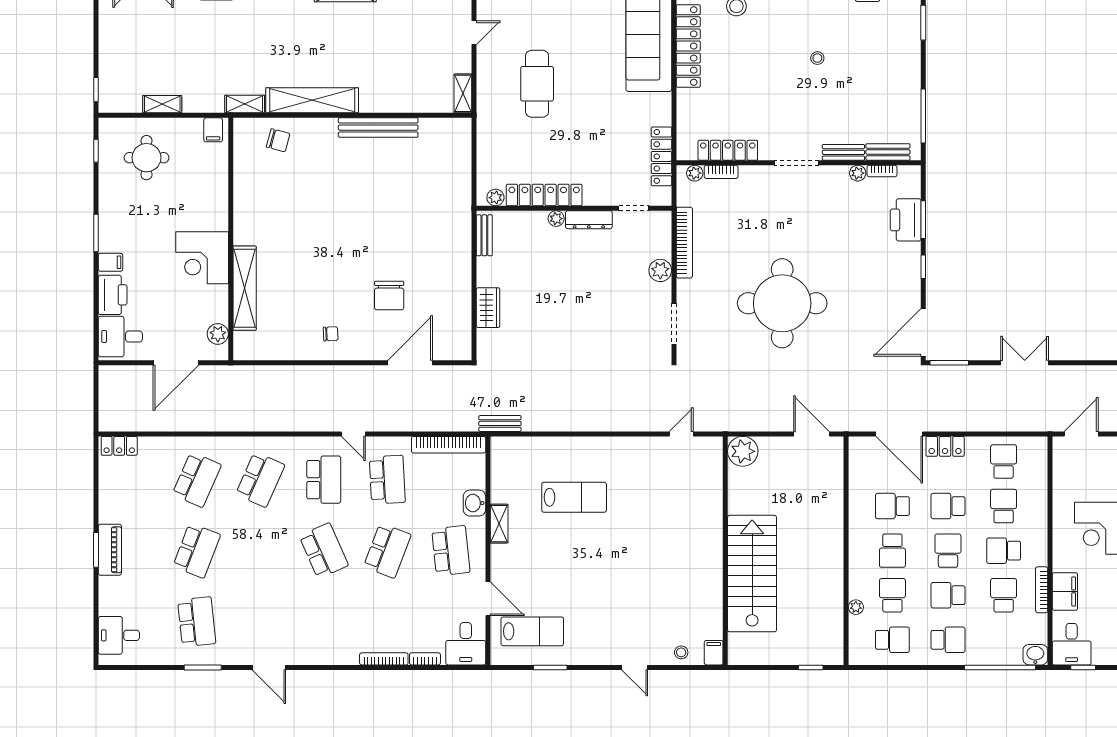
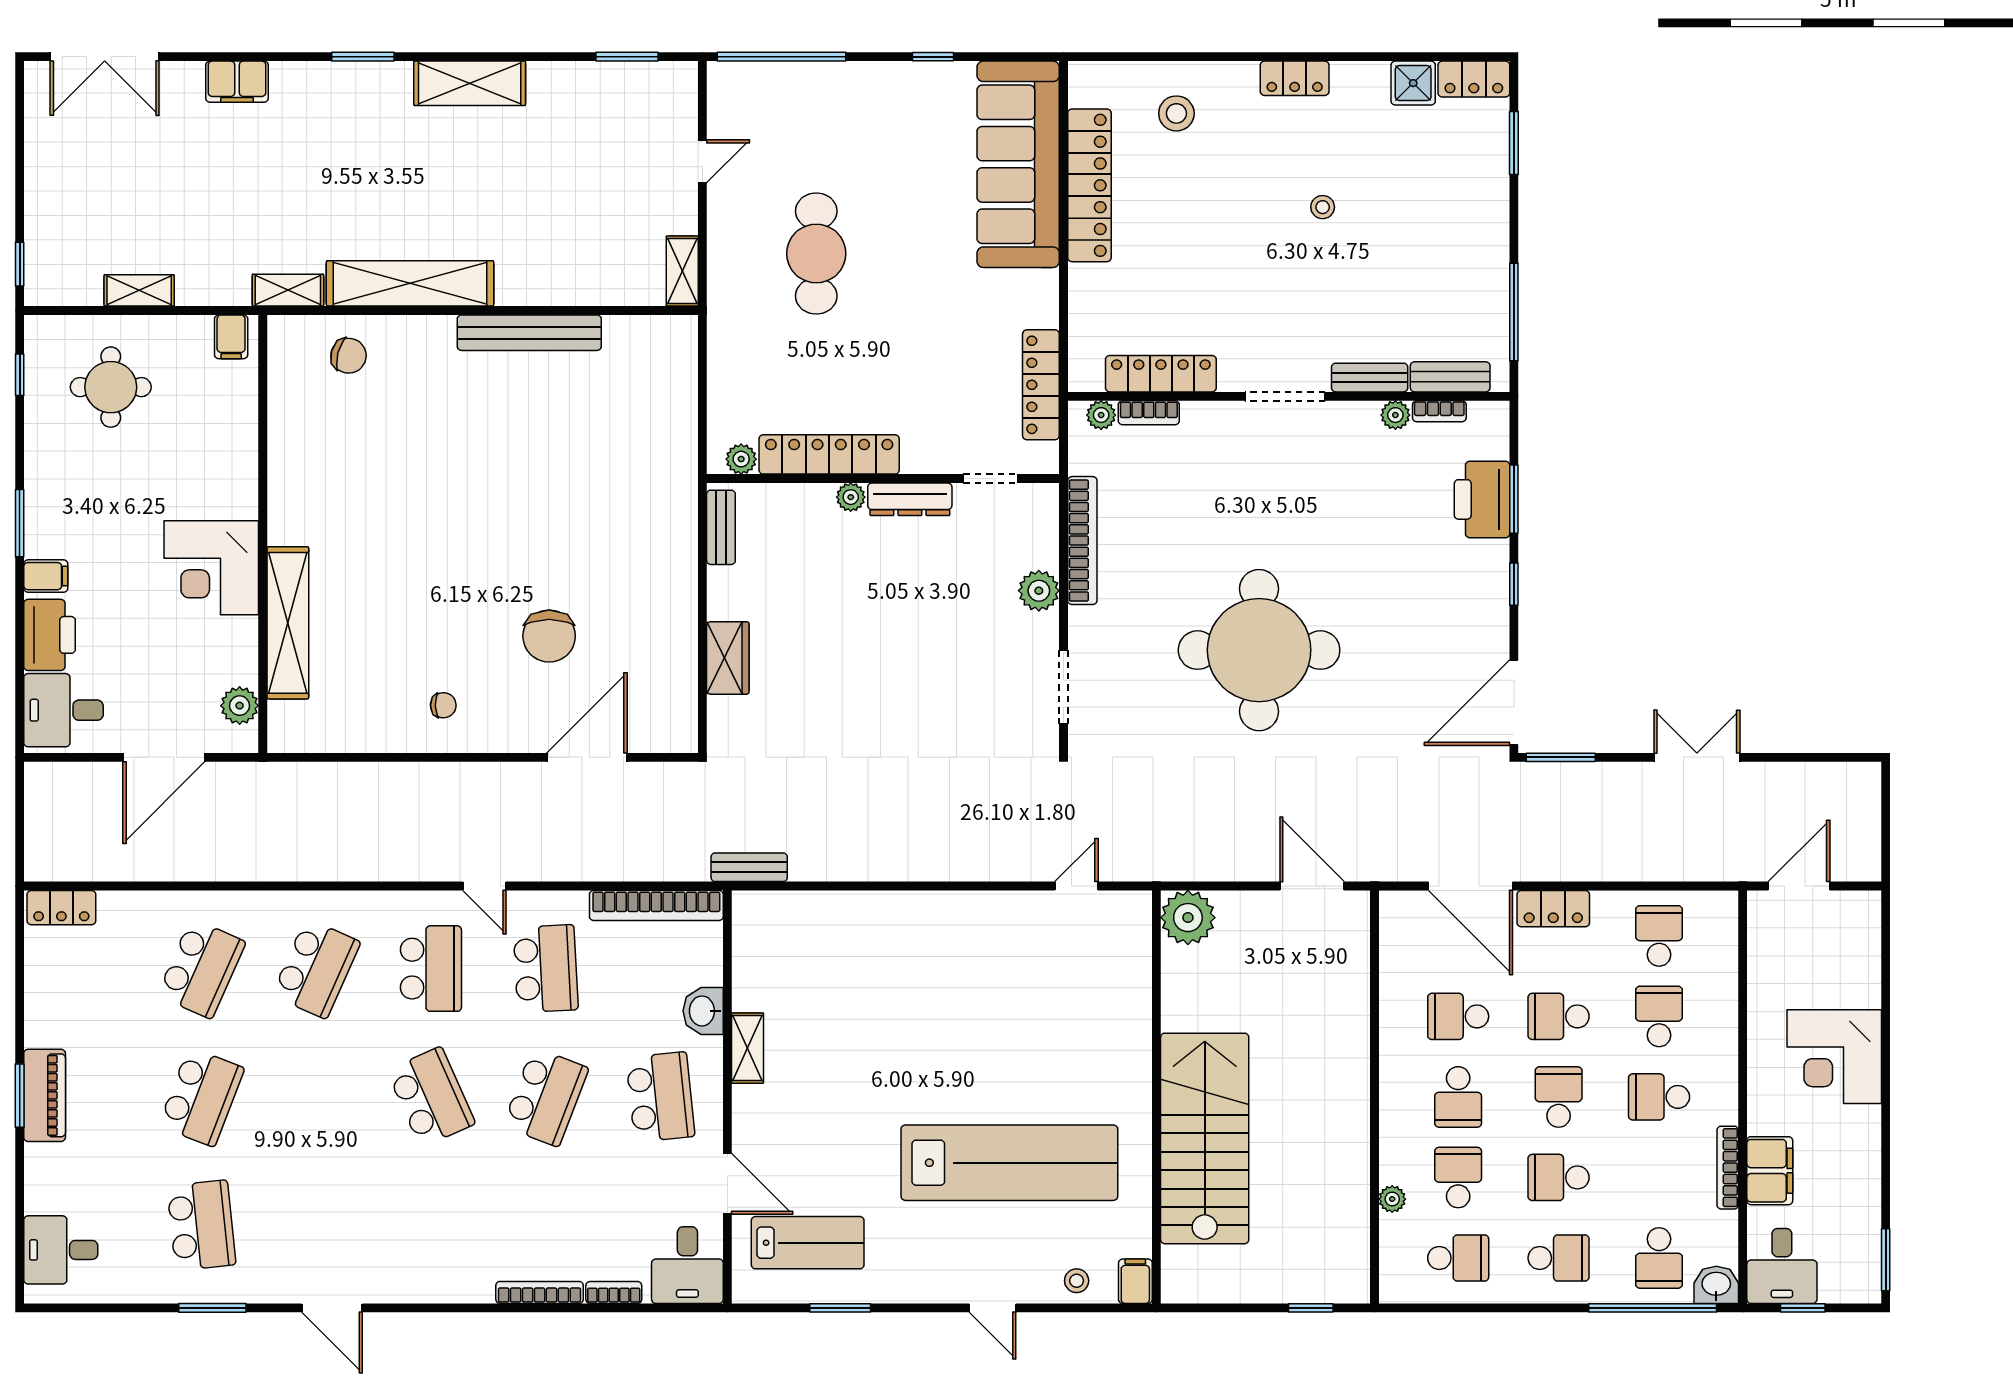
lab bench: (574, 497) -> (1009, 1163), moved, width x1.86, depth x1.39
school desk: (1004, 595) -> (1659, 1258), moved, turned 180

